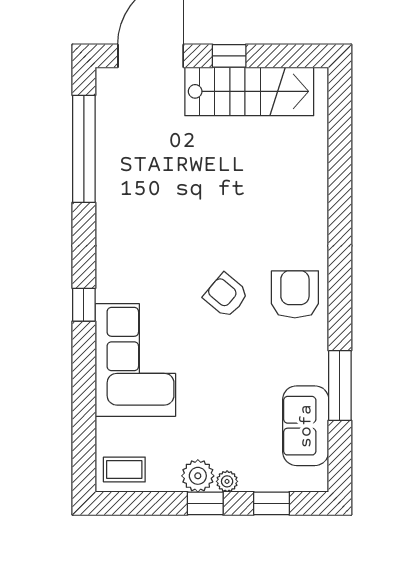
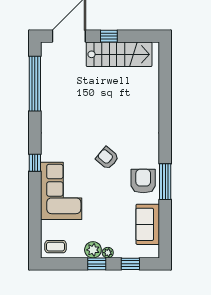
armchair: (295, 294) -> (143, 181), moved
window: (340, 386) -> (165, 182), moved

